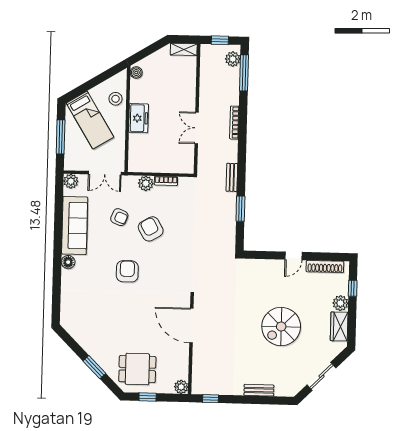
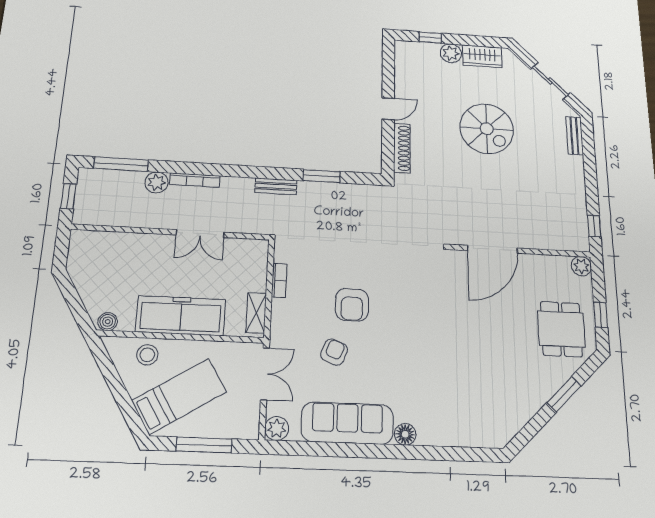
shelving: (184, 49) -> (256, 313), moved
plant: (233, 59) -> (157, 182), moved
freezer: (139, 118) -> (181, 316), width x1.91, depth x1.26
plant: (146, 183) -> (282, 311), removed
armchair: (151, 229) -> (352, 305), turned -60
door: (294, 256) -> (388, 109), hinge flipped
shoe rack: (325, 266) -> (402, 148), moved
armchair: (127, 271) -> (417, 341), removed
bench: (259, 390) -> (575, 136), moved

